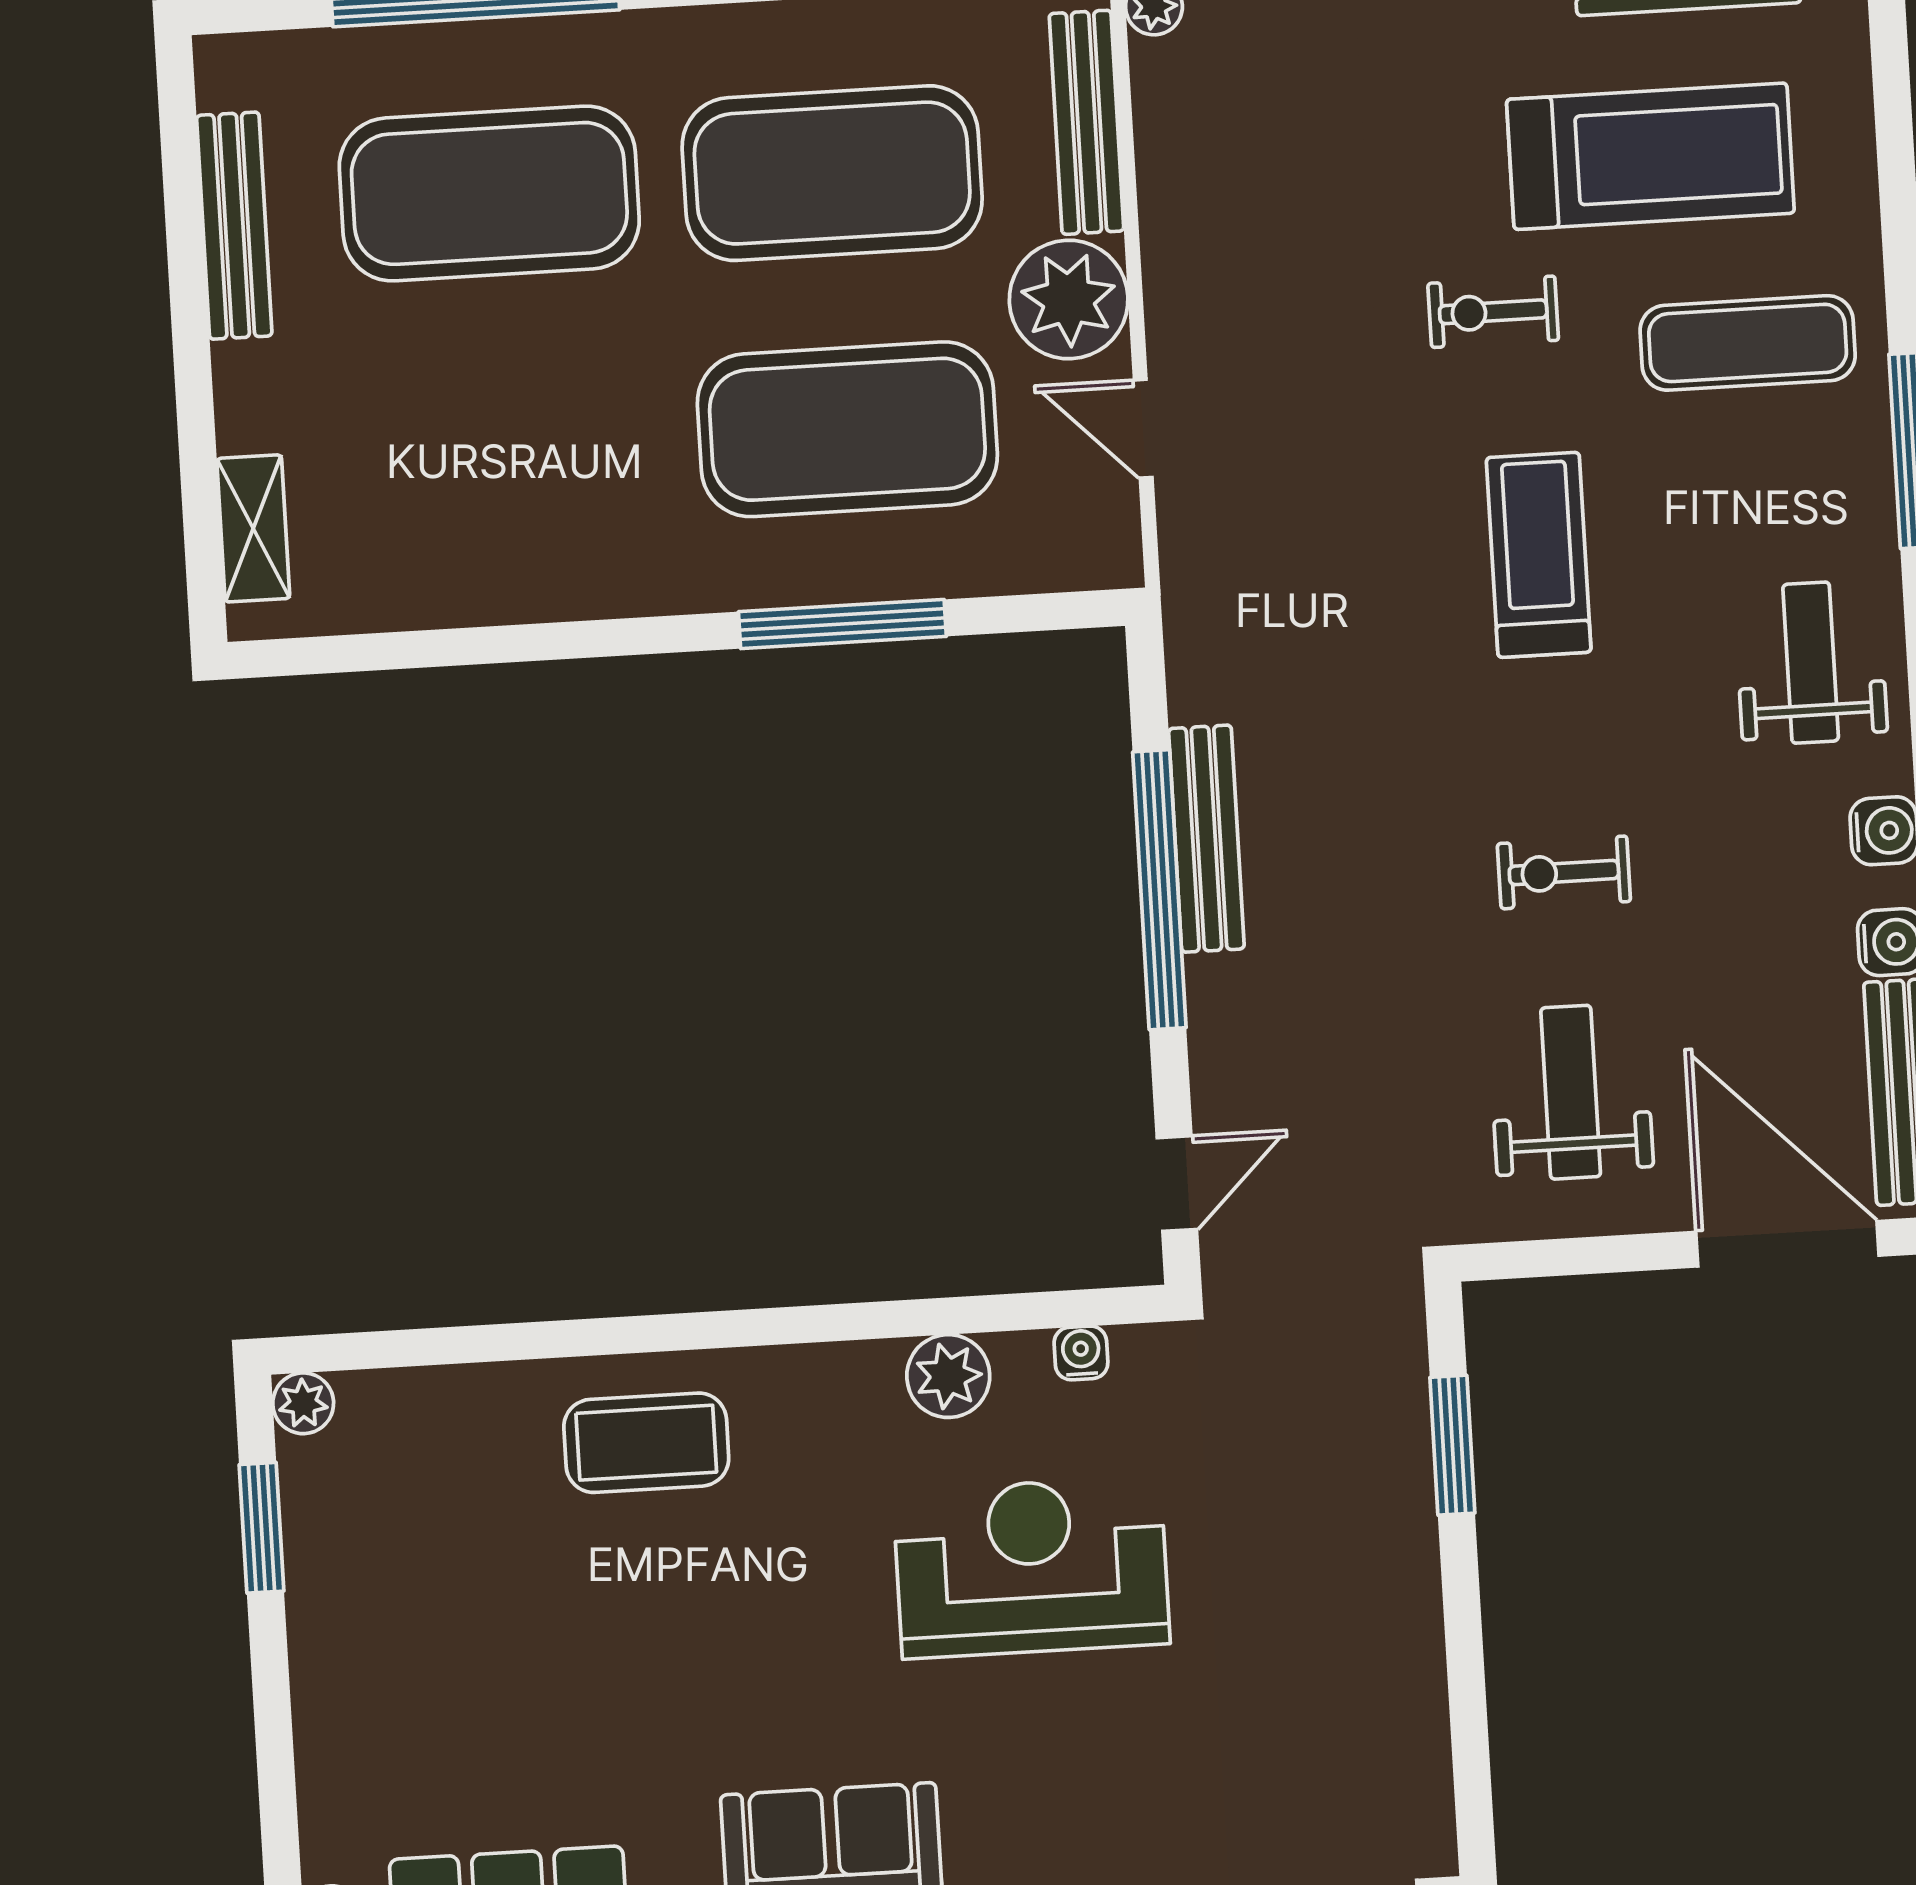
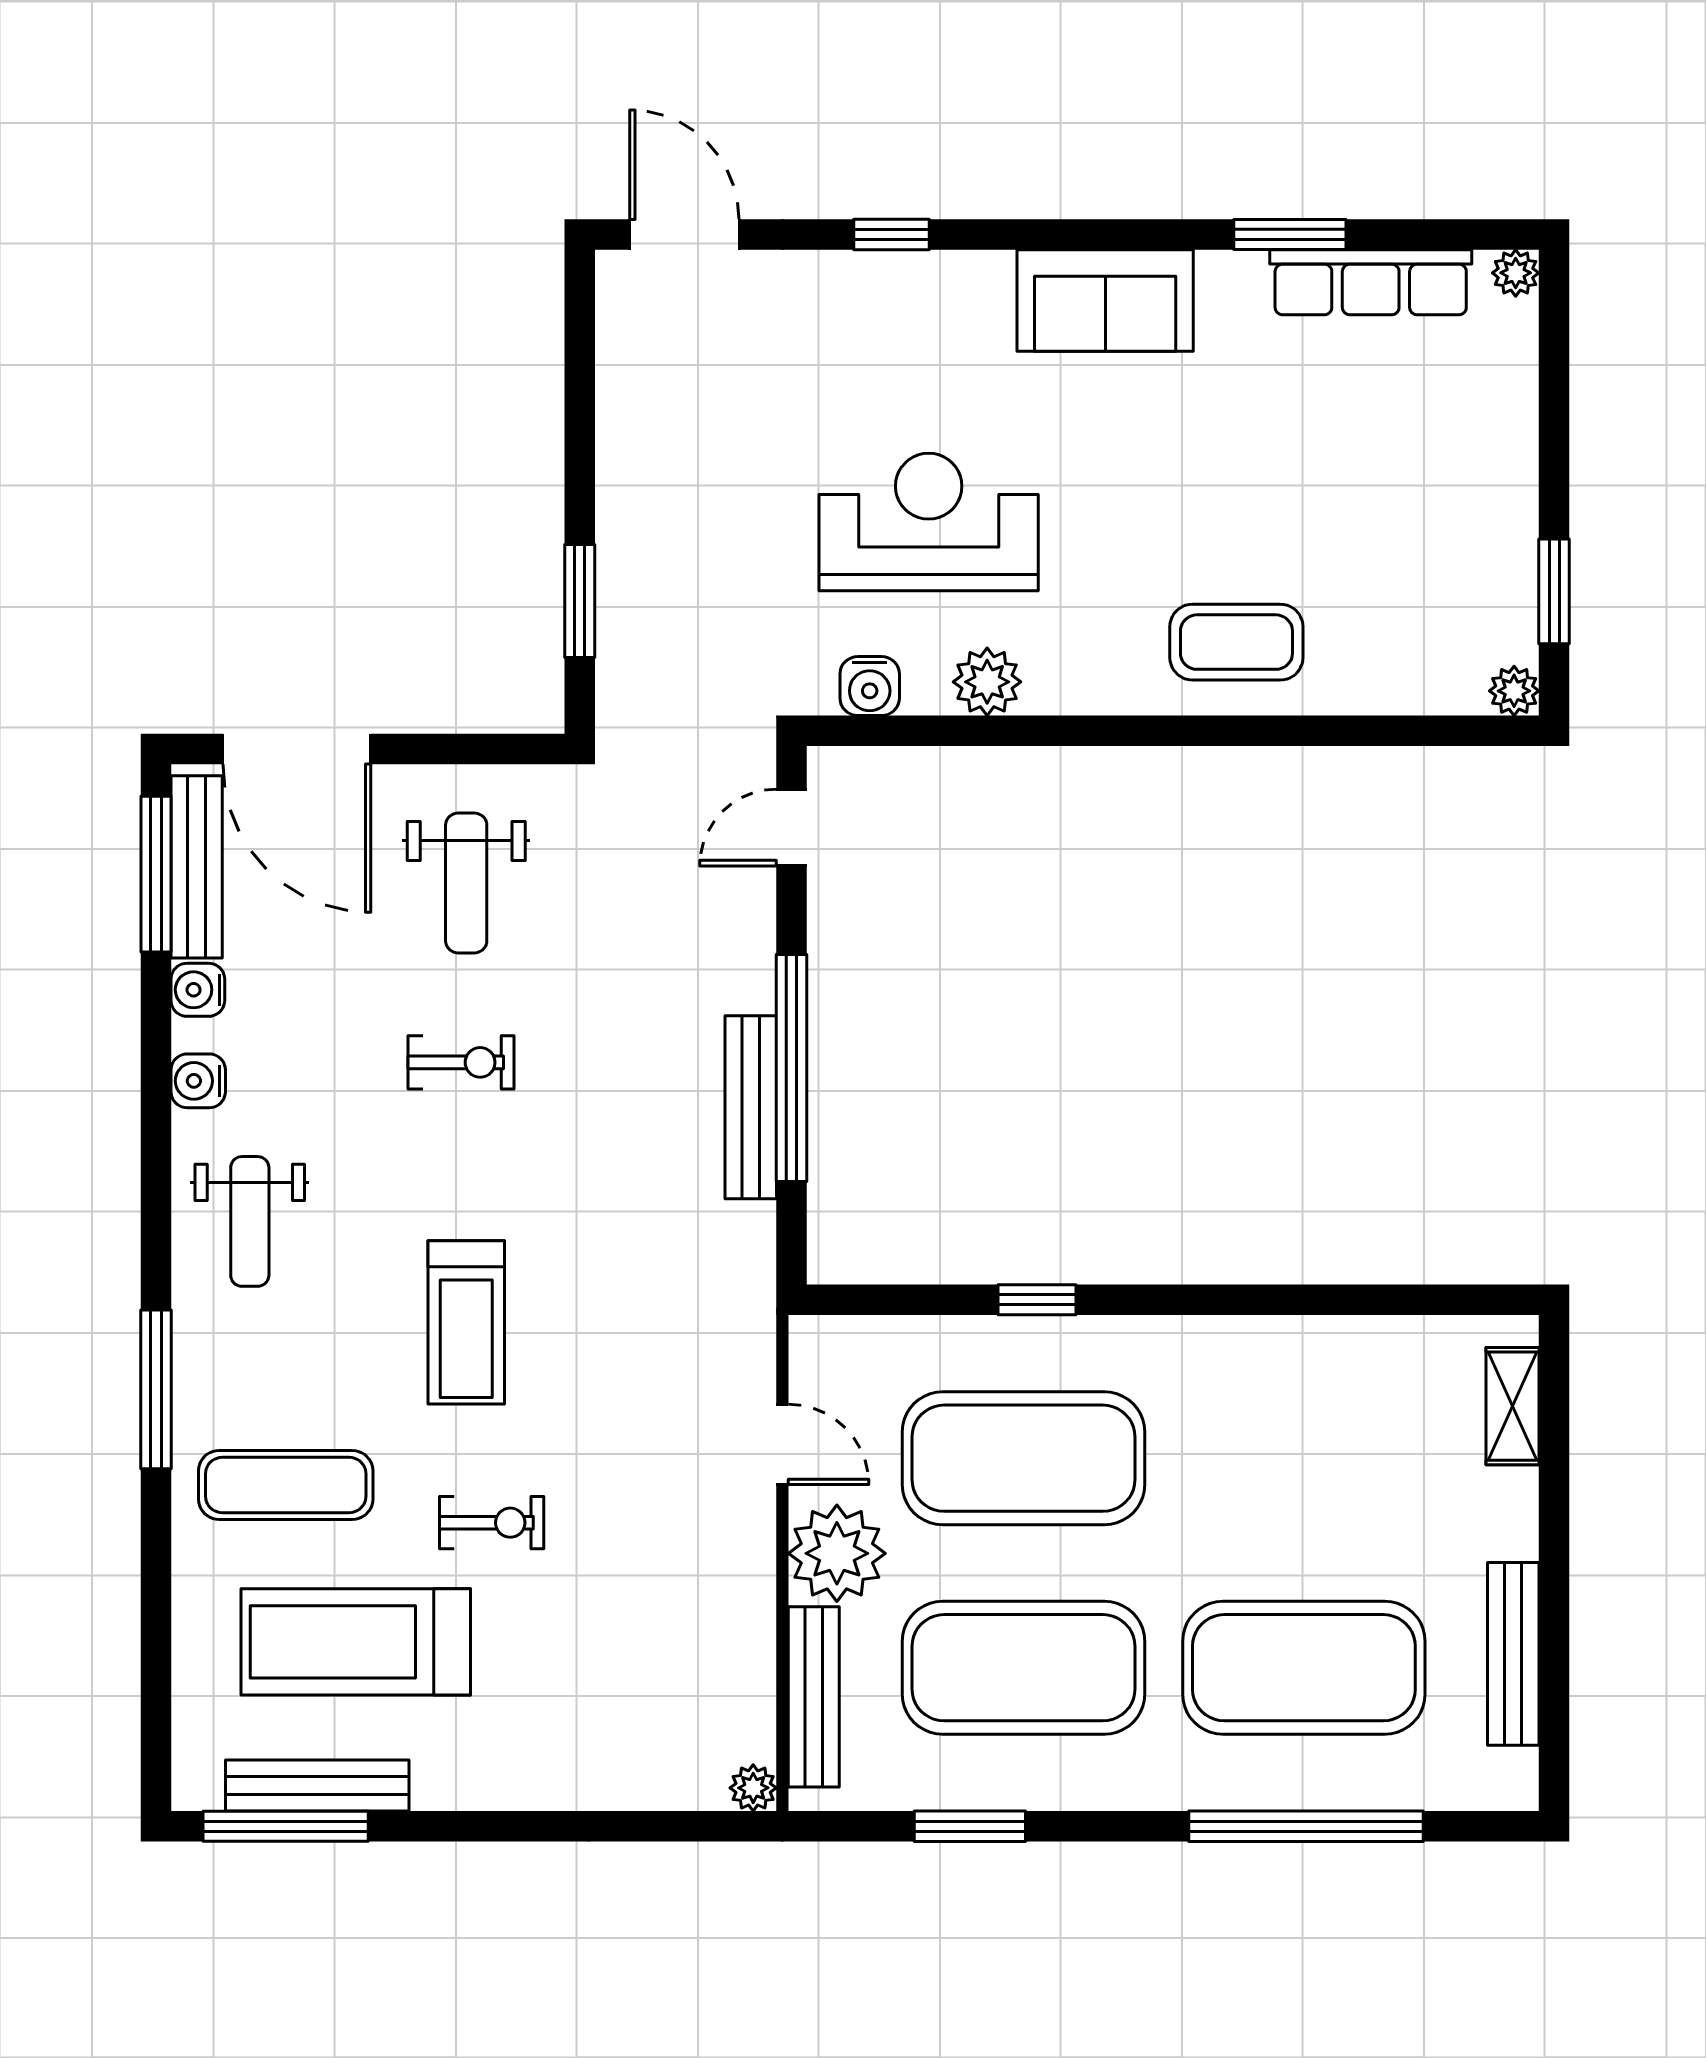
window: (842, 624) -> (1037, 1300), width x0.46
water cooler: (1081, 1353) -> (870, 686), width x1.38, depth x1.38
reception desk: (1031, 1567) -> (929, 522), turned 180

